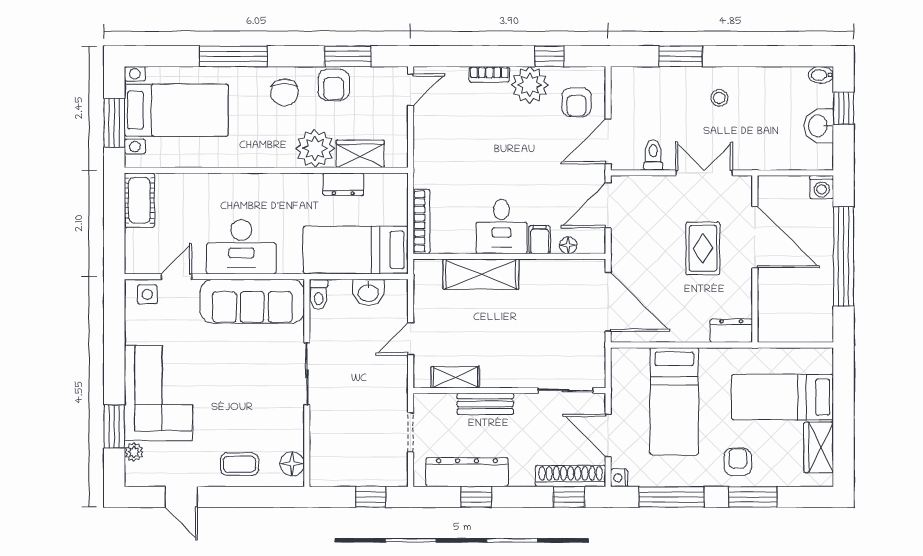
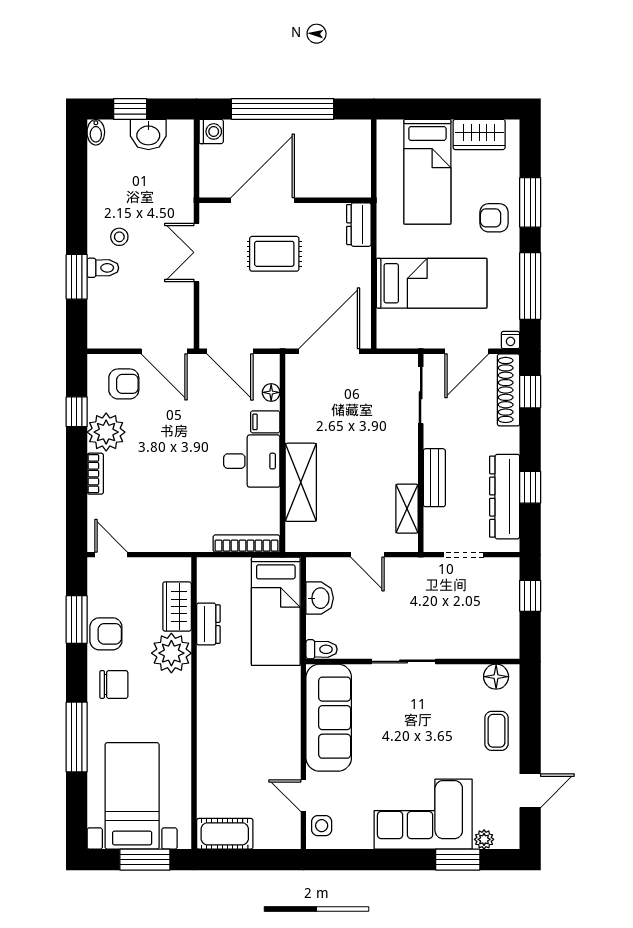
toilet: (653, 155) -> (103, 268), moved, turned 180
desk: (241, 247) -> (273, 729), removed

